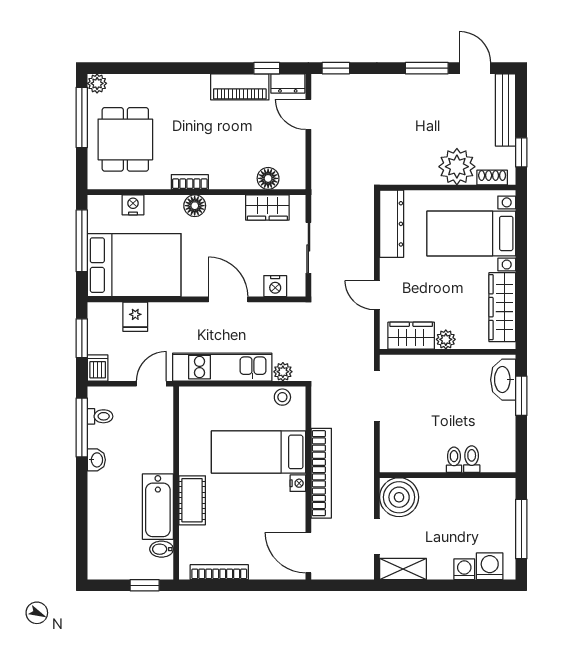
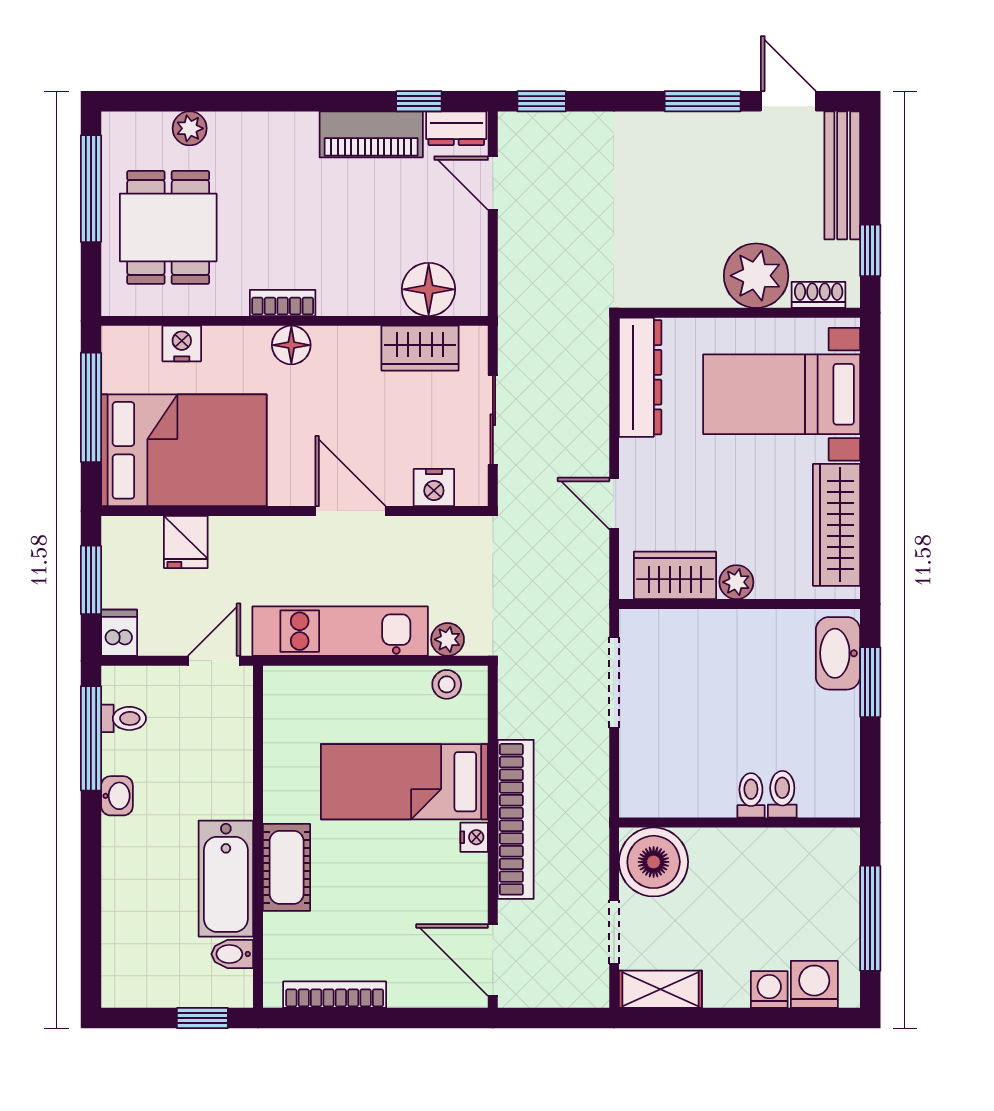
plant: (97, 83) -> (190, 128), moved
floor lamp: (268, 178) -> (429, 289), width x1.38, depth x1.38

